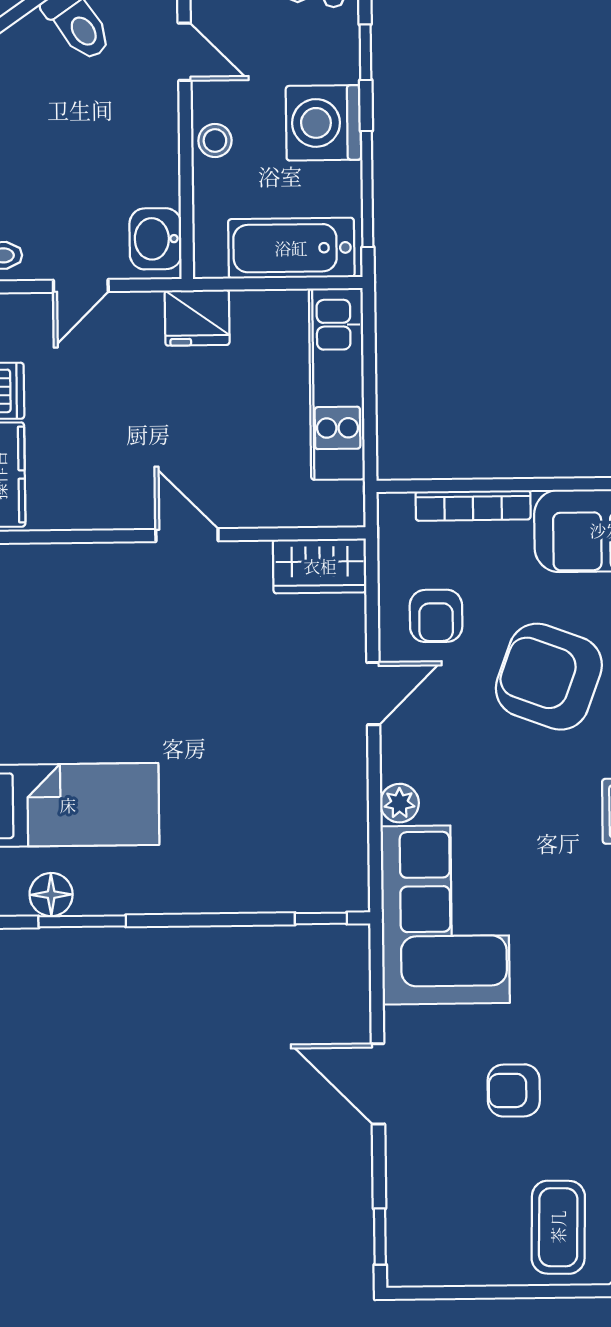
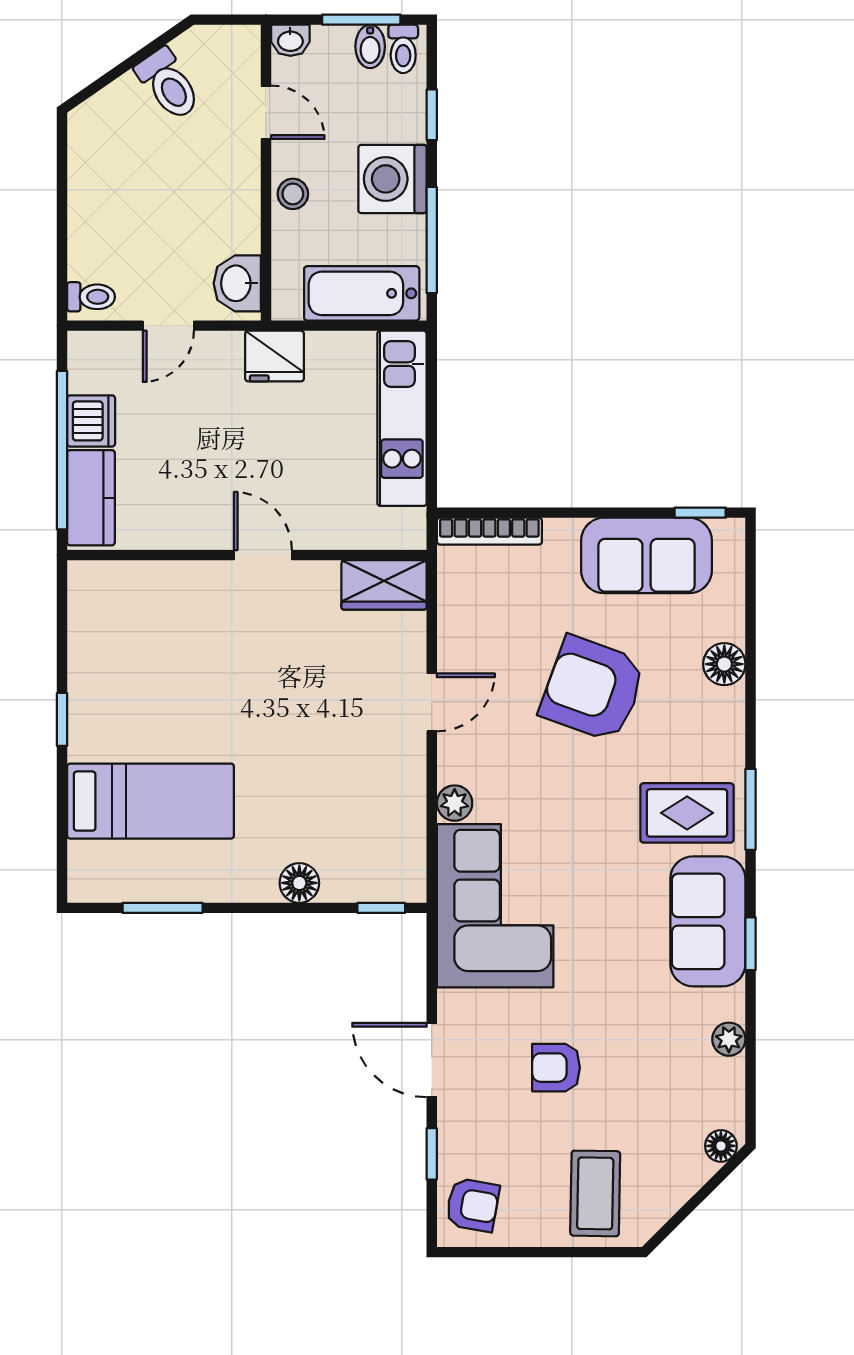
bookcase: (473, 505) -> (489, 531), moved
armchair: (436, 616) -> (473, 1205), moved, turned -80
floor lamp: (51, 895) -> (299, 883), moved
window: (380, 1237) -> (432, 1154), moved

